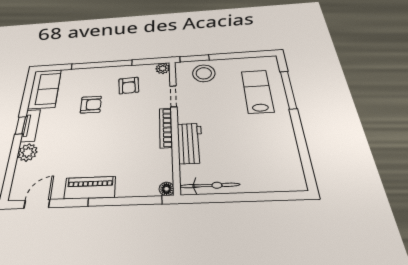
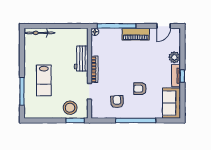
plant: (163, 68) -> (96, 114), removed
lab bench: (257, 91) -> (44, 80), moved
bicycle: (210, 185) -> (39, 33), moved

